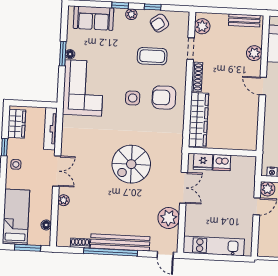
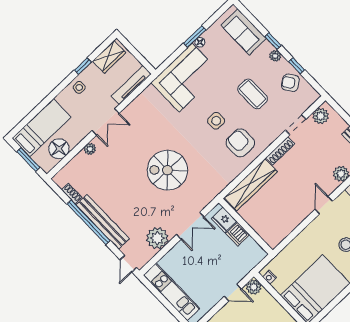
coffee table: (152, 56) -> (253, 94), moved
floor lamp: (46, 225) -> (59, 149), width x1.89, depth x1.89

